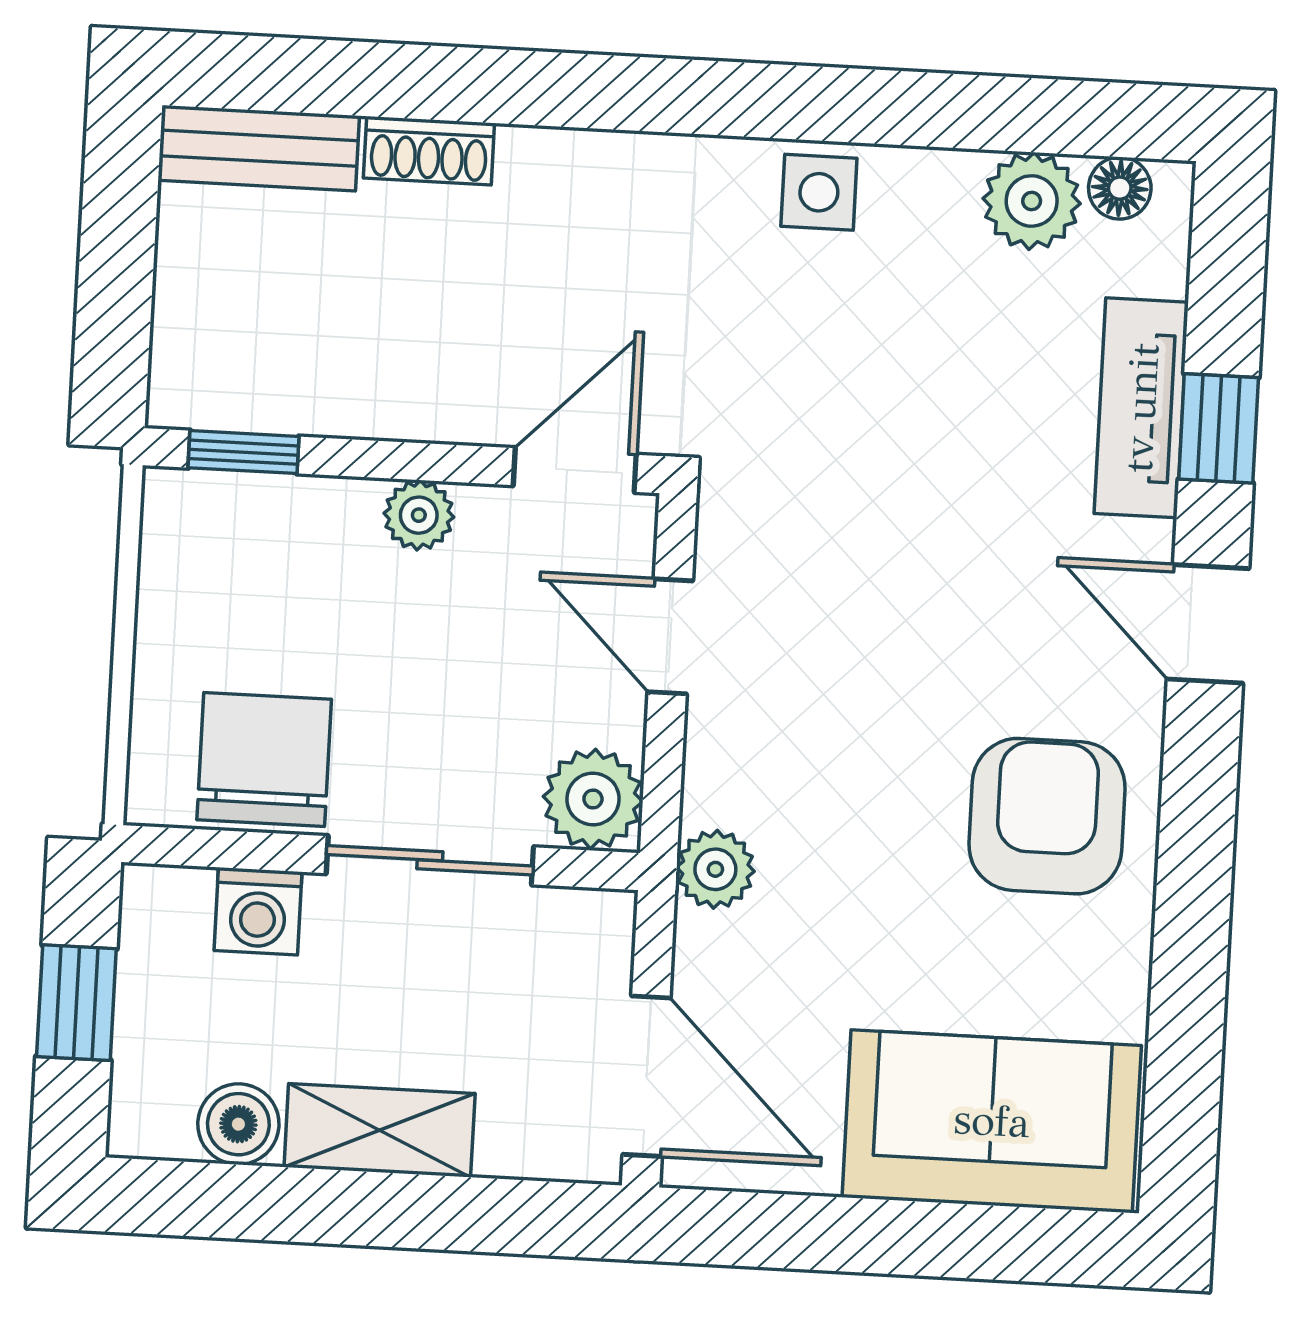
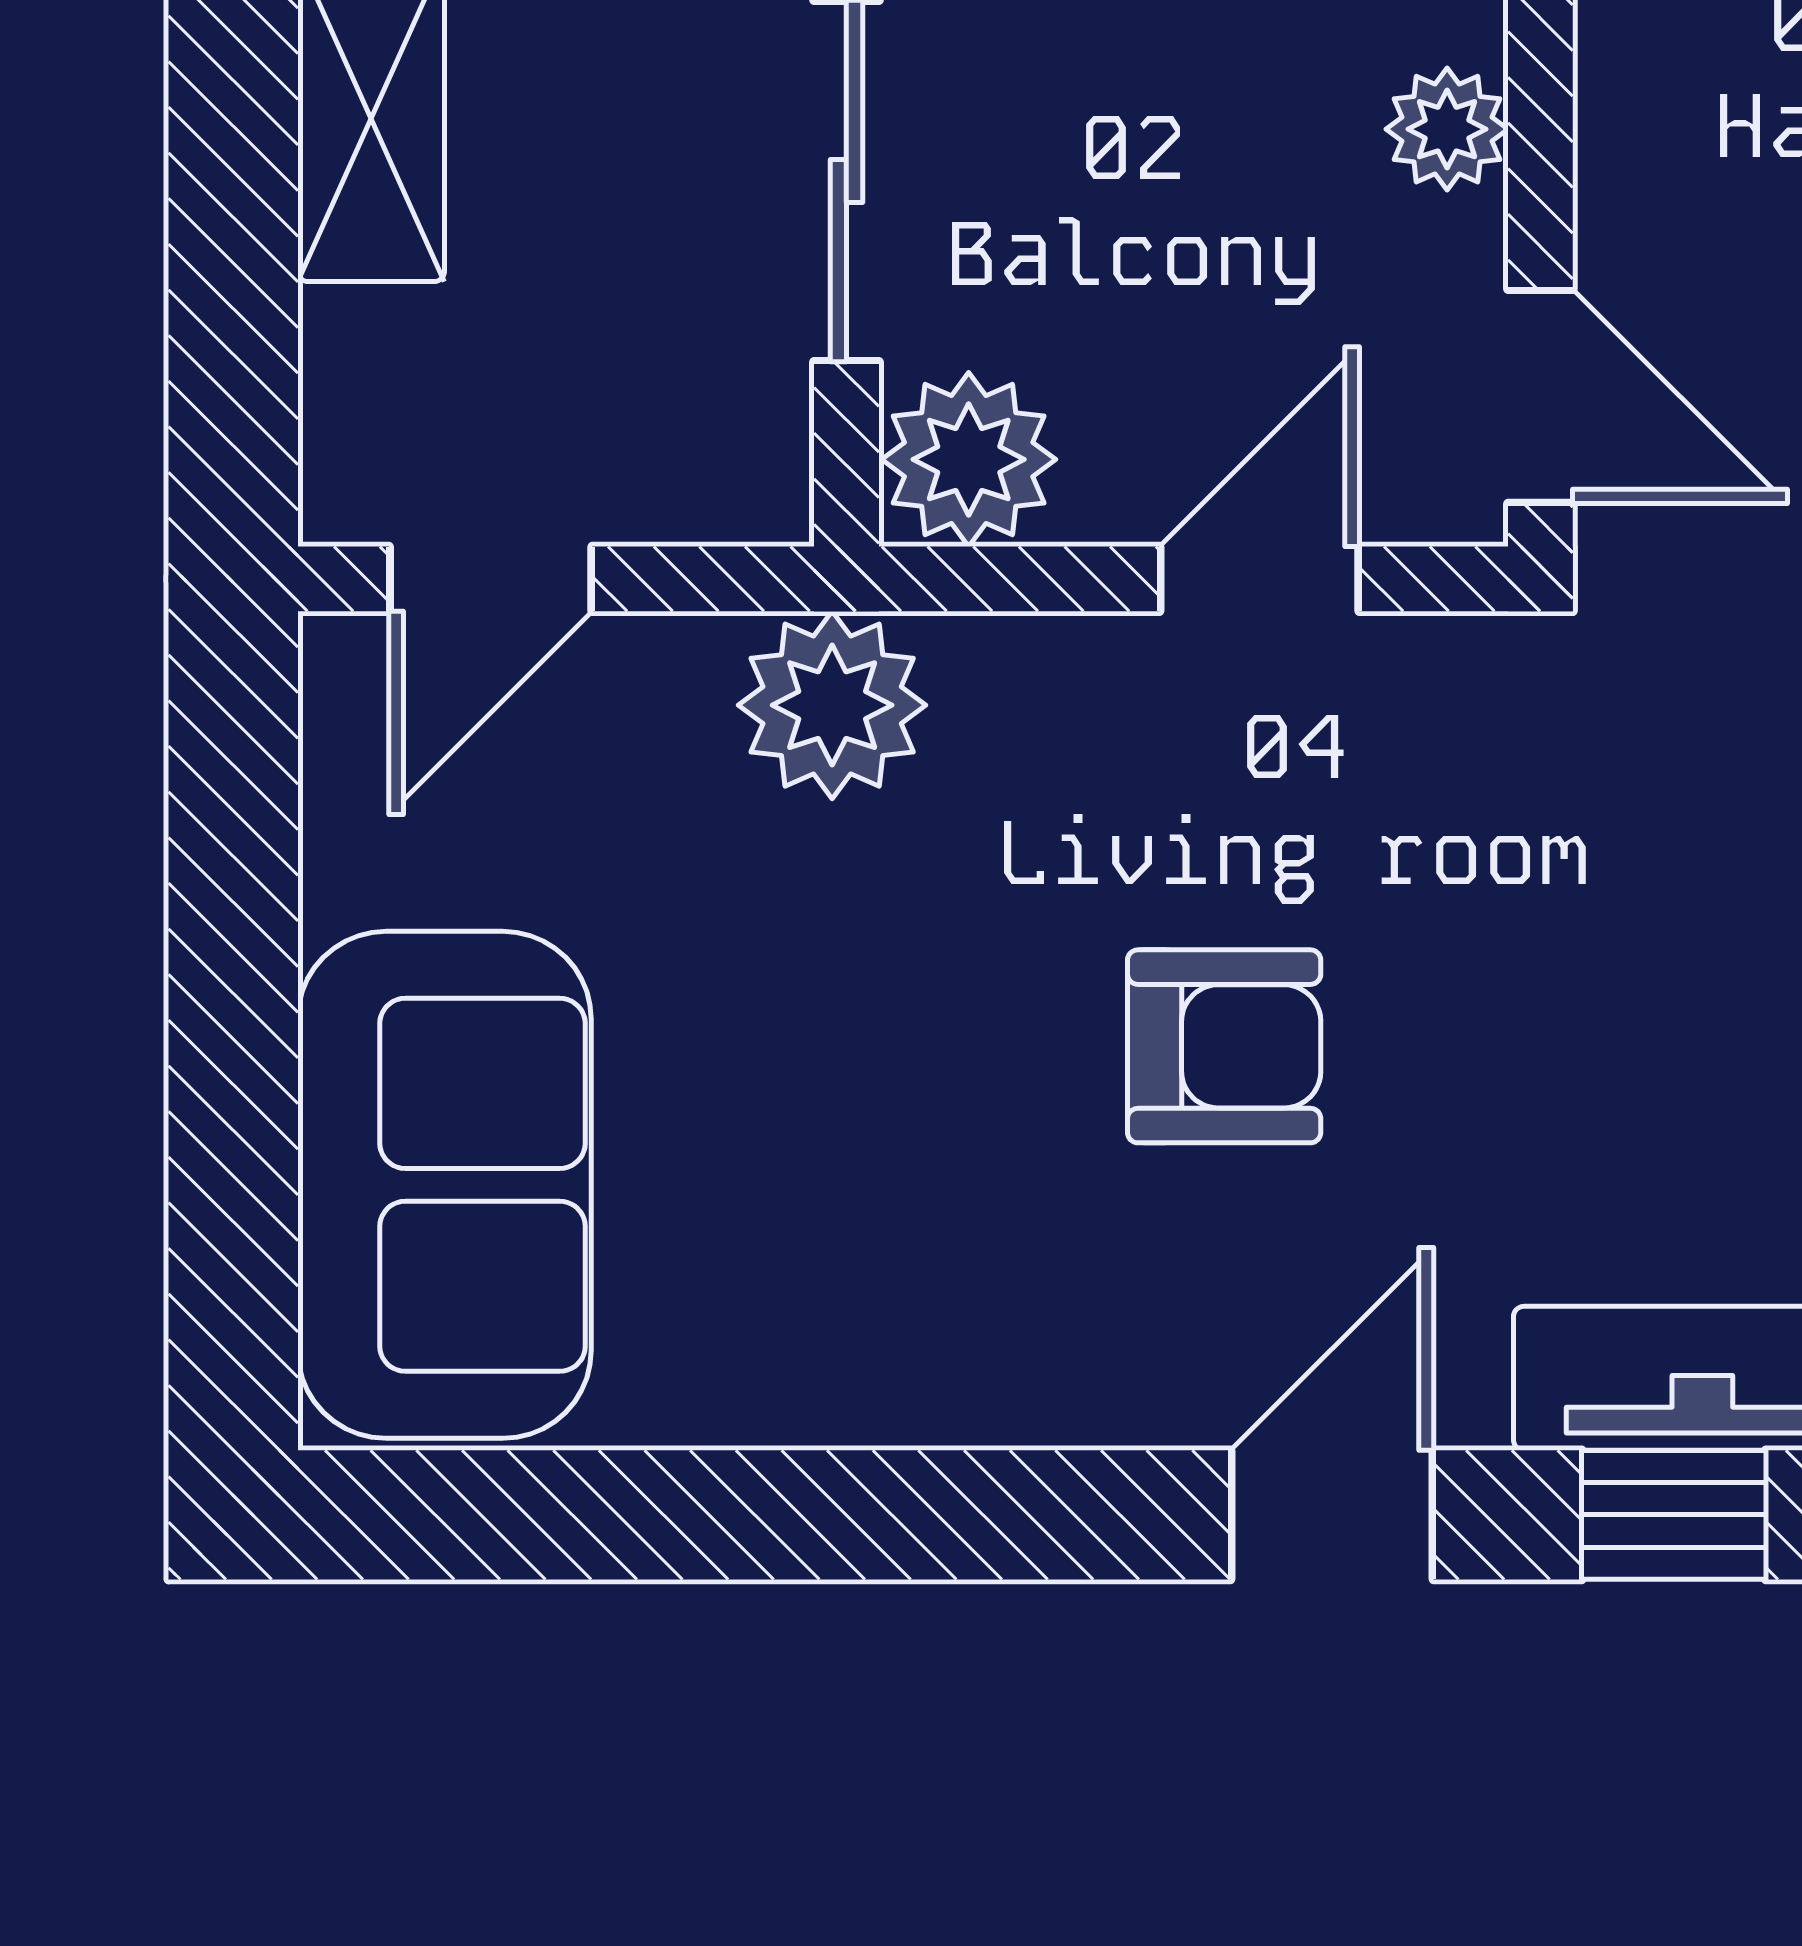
armchair: (1047, 816) -> (1224, 1046), moved, width x0.72, depth x0.72
plant: (715, 869) -> (832, 705), width x1.38, depth x1.38
door: (646, 1076) -> (491, 579), width x0.73

